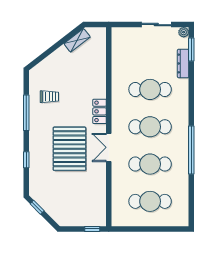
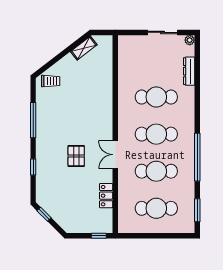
window: (191, 49) -> (197, 210), moved
trolley: (49, 97) -> (51, 81), moved
locker: (100, 111) -> (106, 196), moved
pallet: (70, 149) -> (76, 156), width x0.49, depth x0.50

